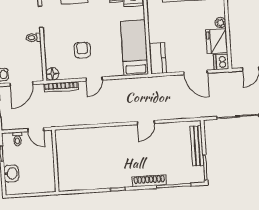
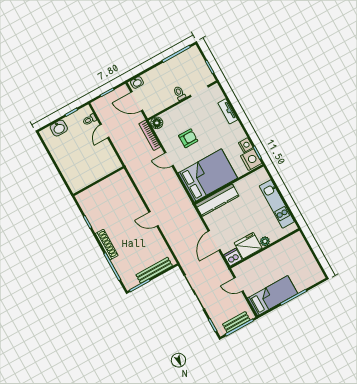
bed: (134, 48) -> (208, 175), width x1.50
kitchen counter: (158, 58) -> (217, 200), width x1.50
wall: (55, 161) -> (98, 181), moved

